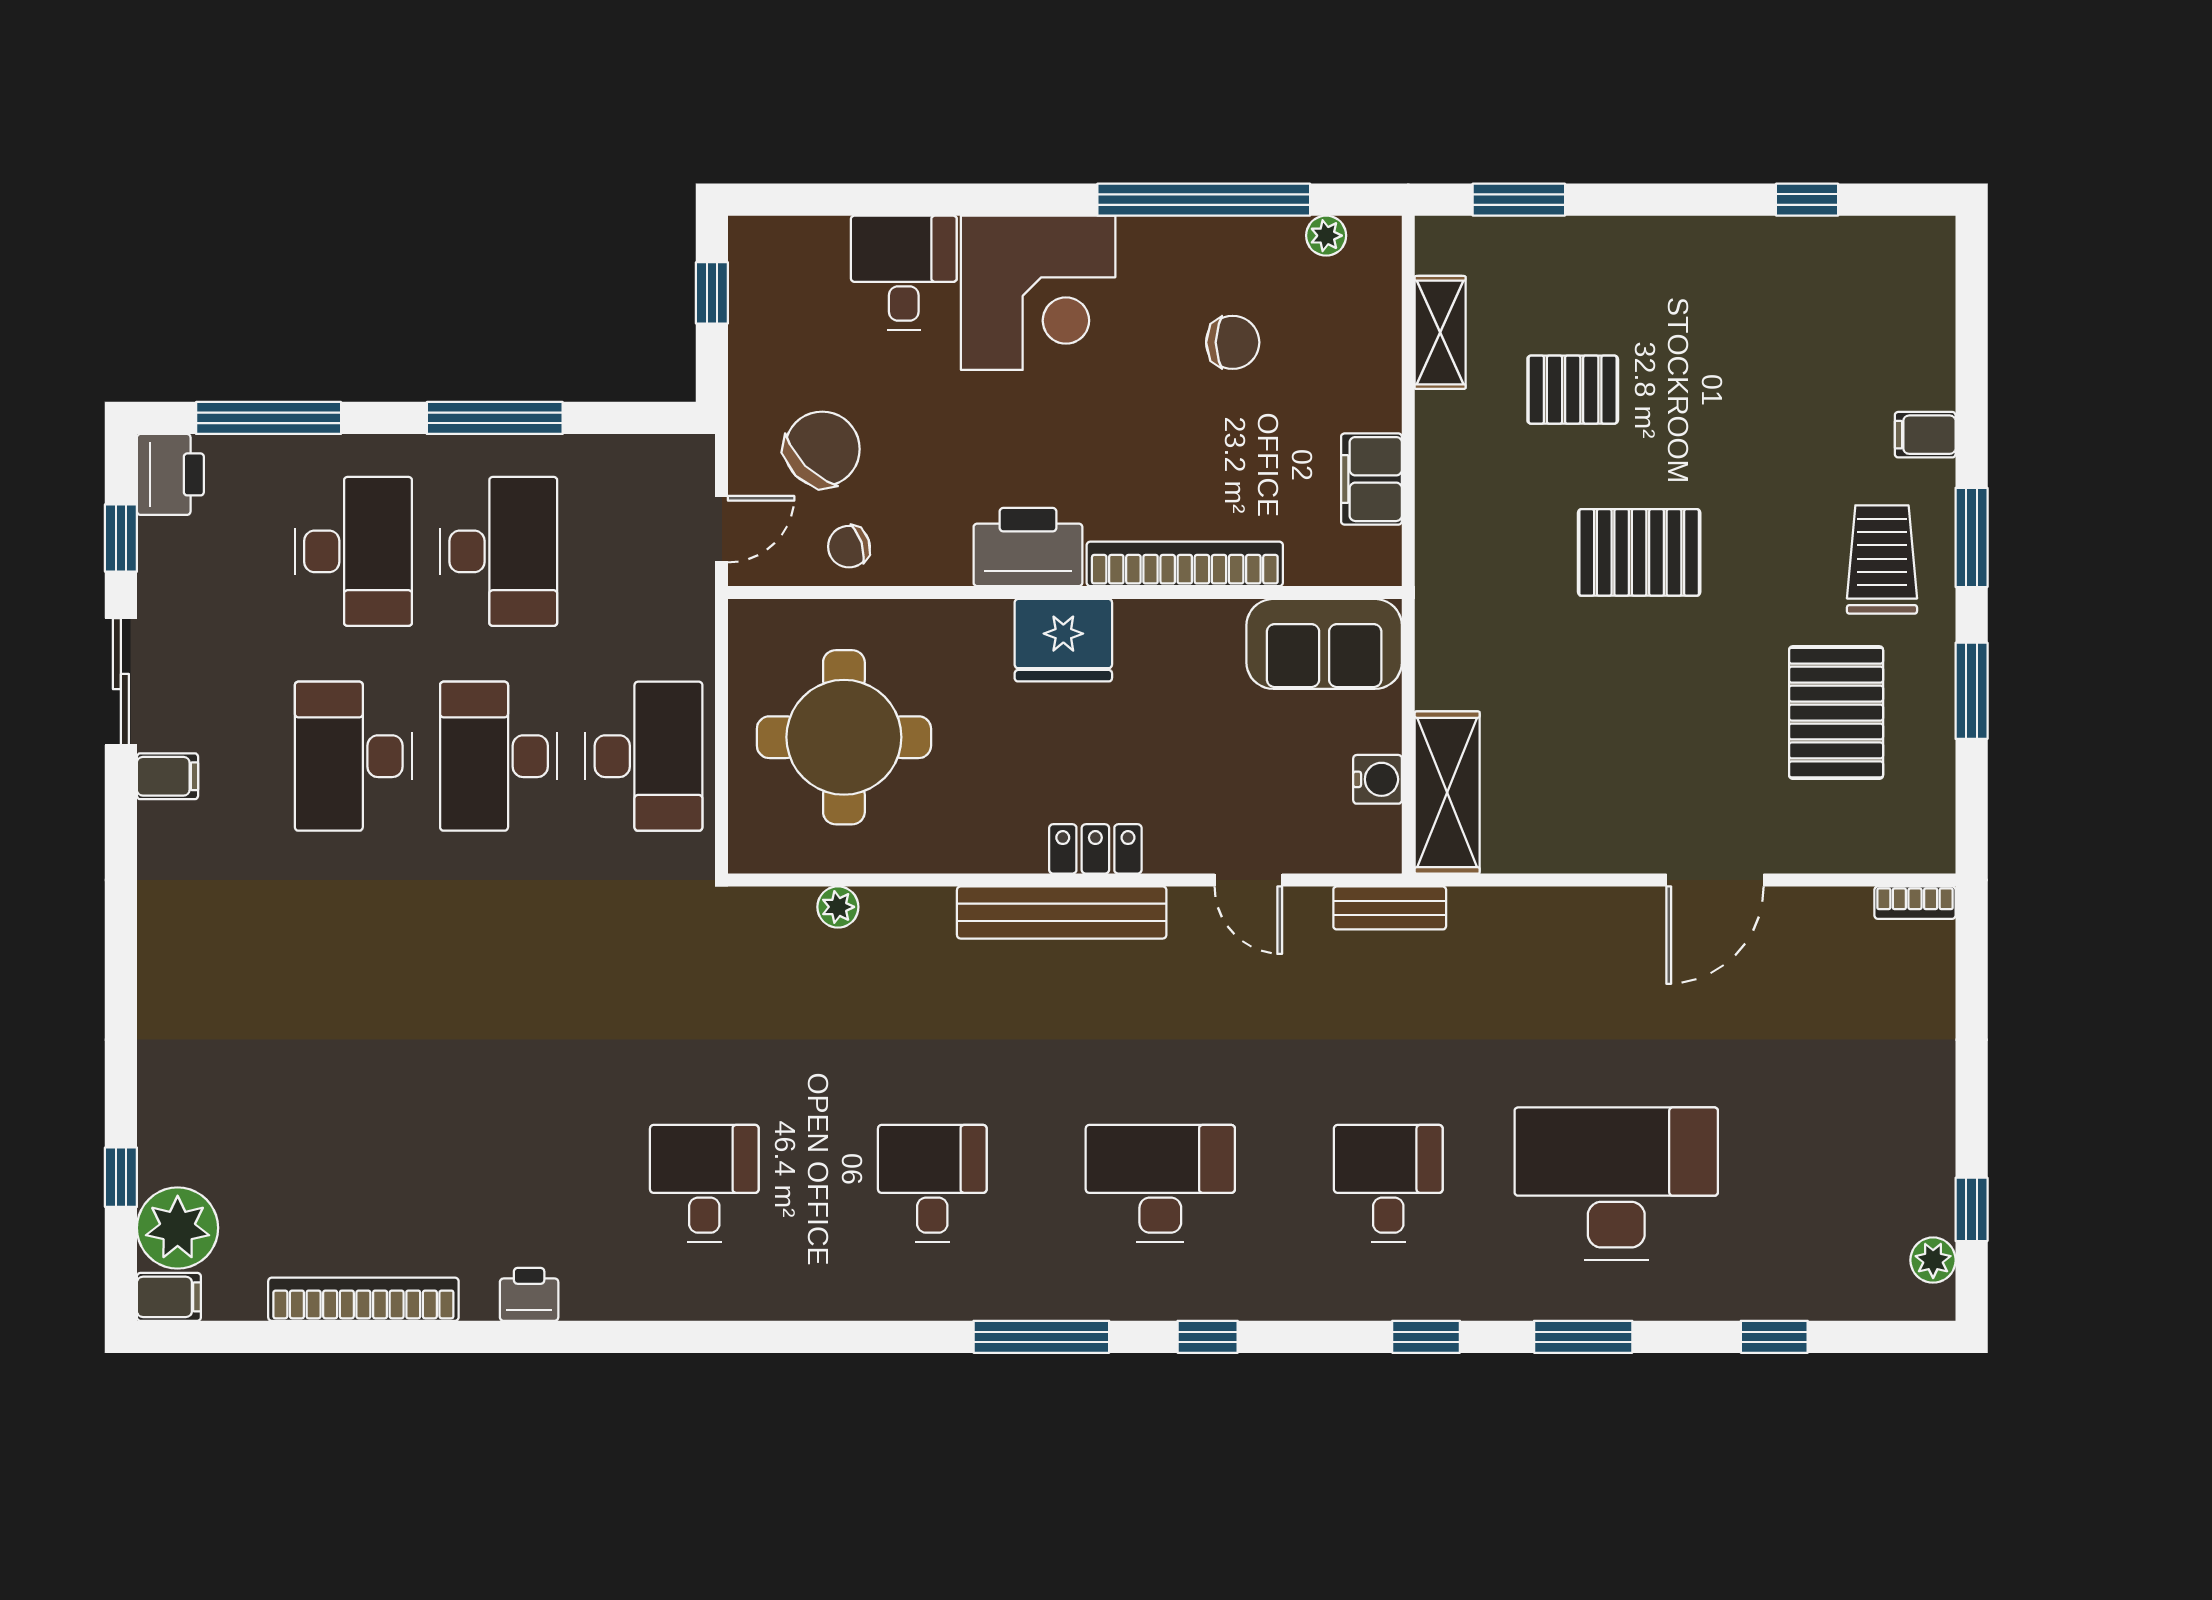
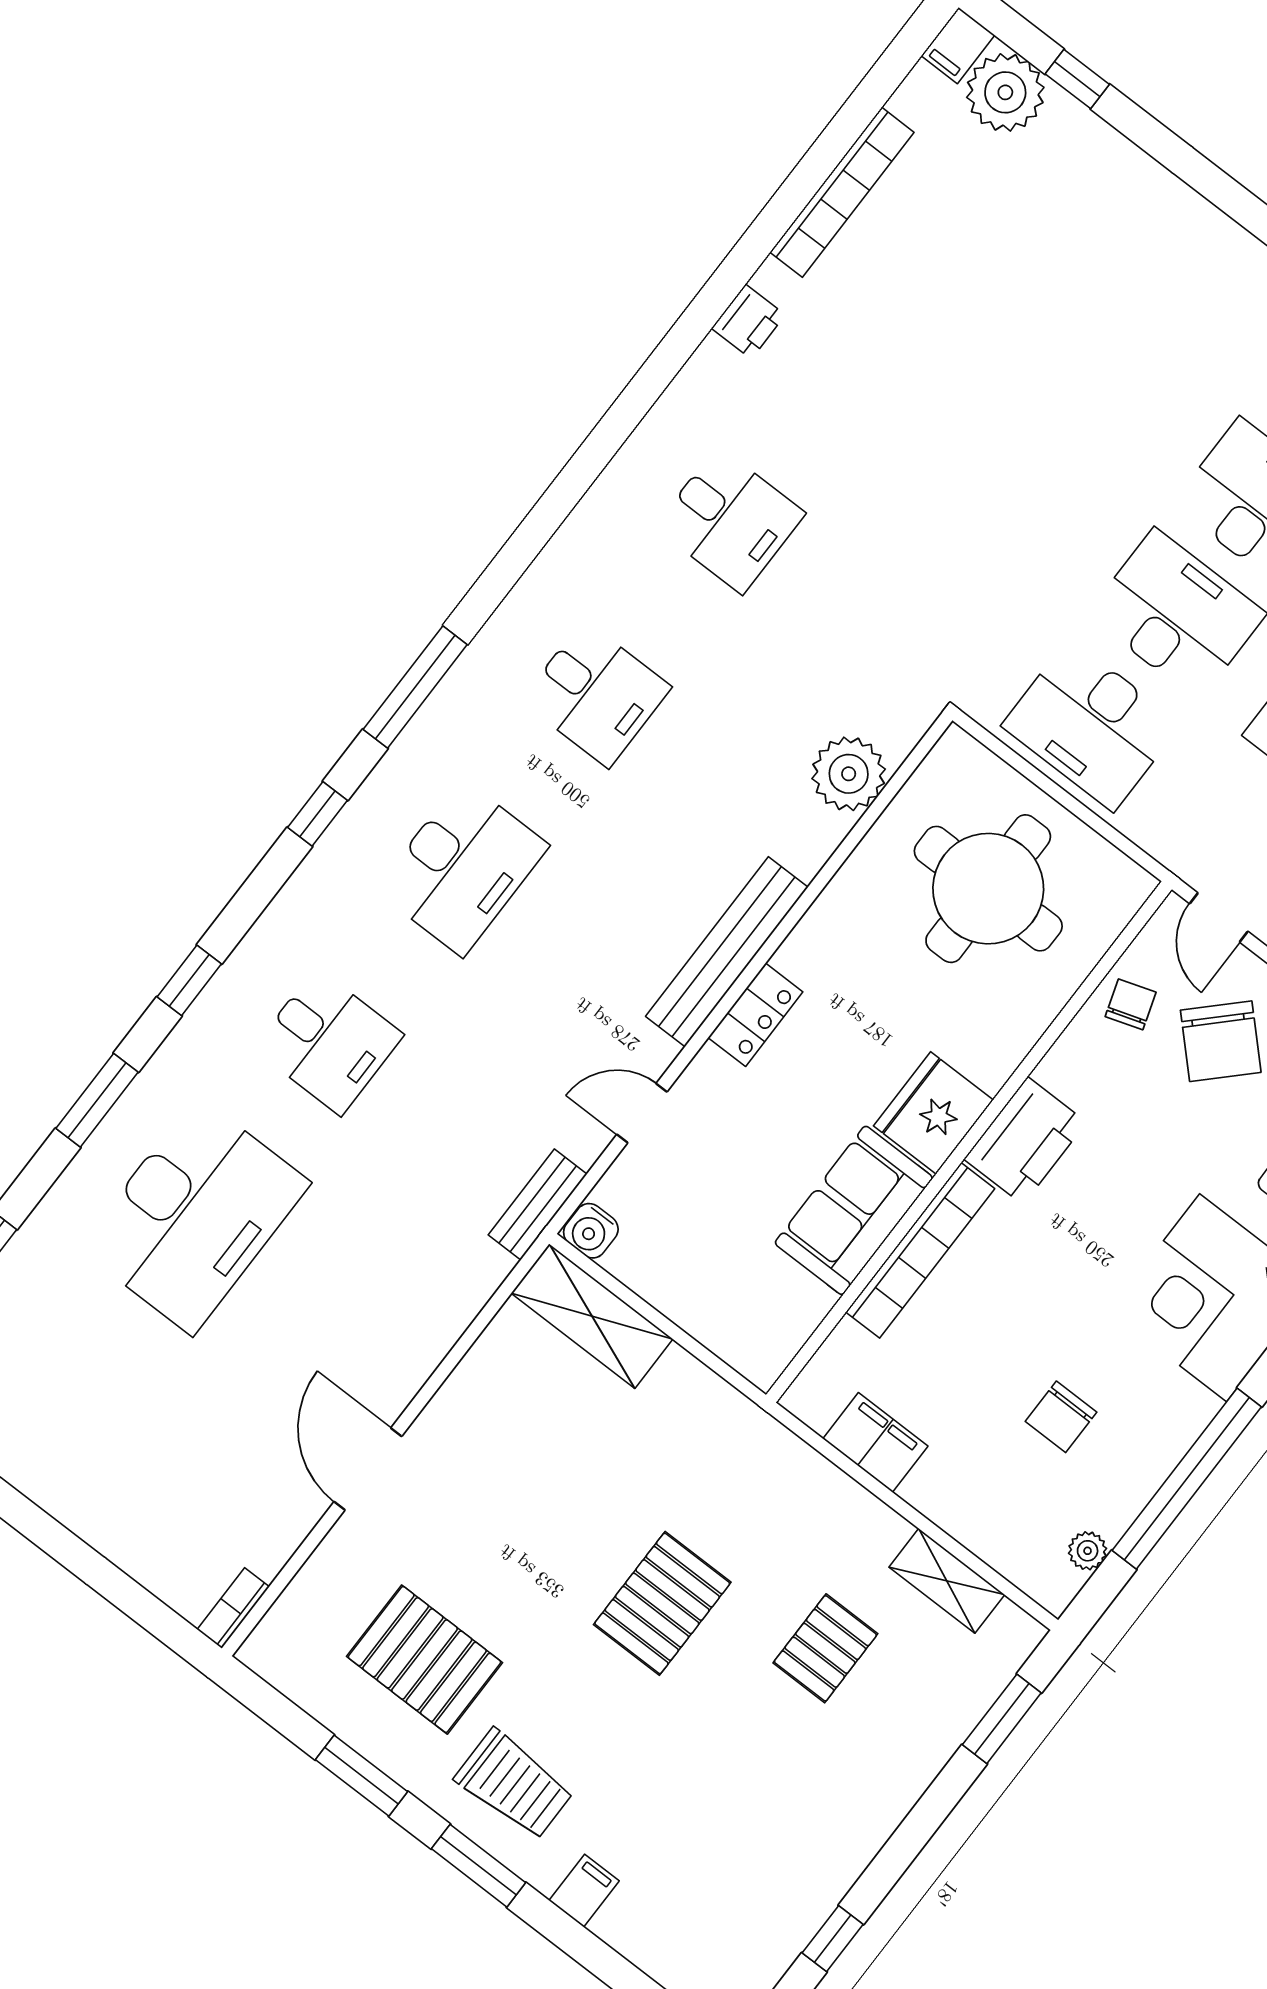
sofa: (1324, 644) -> (854, 1210), moved
water cooler: (1378, 779) -> (591, 1231), moved
plant: (838, 907) -> (849, 774), width x1.88, depth x1.88

